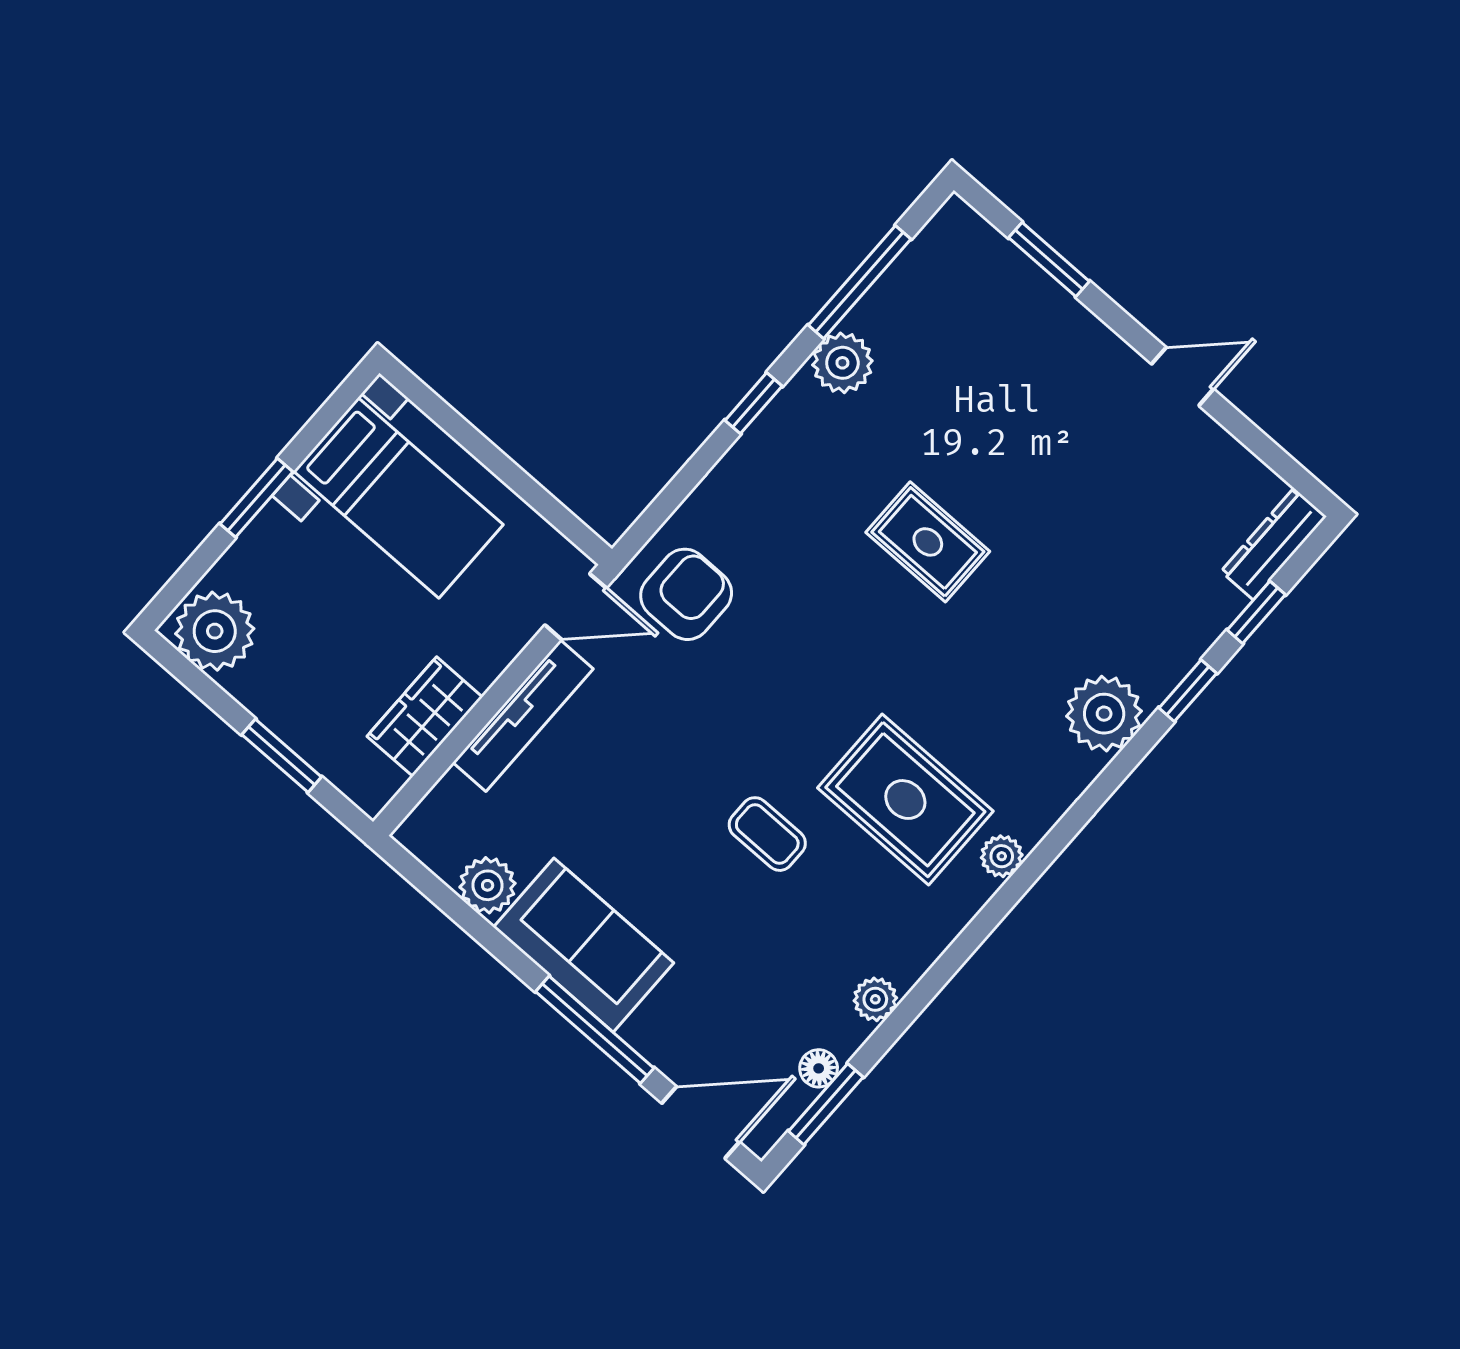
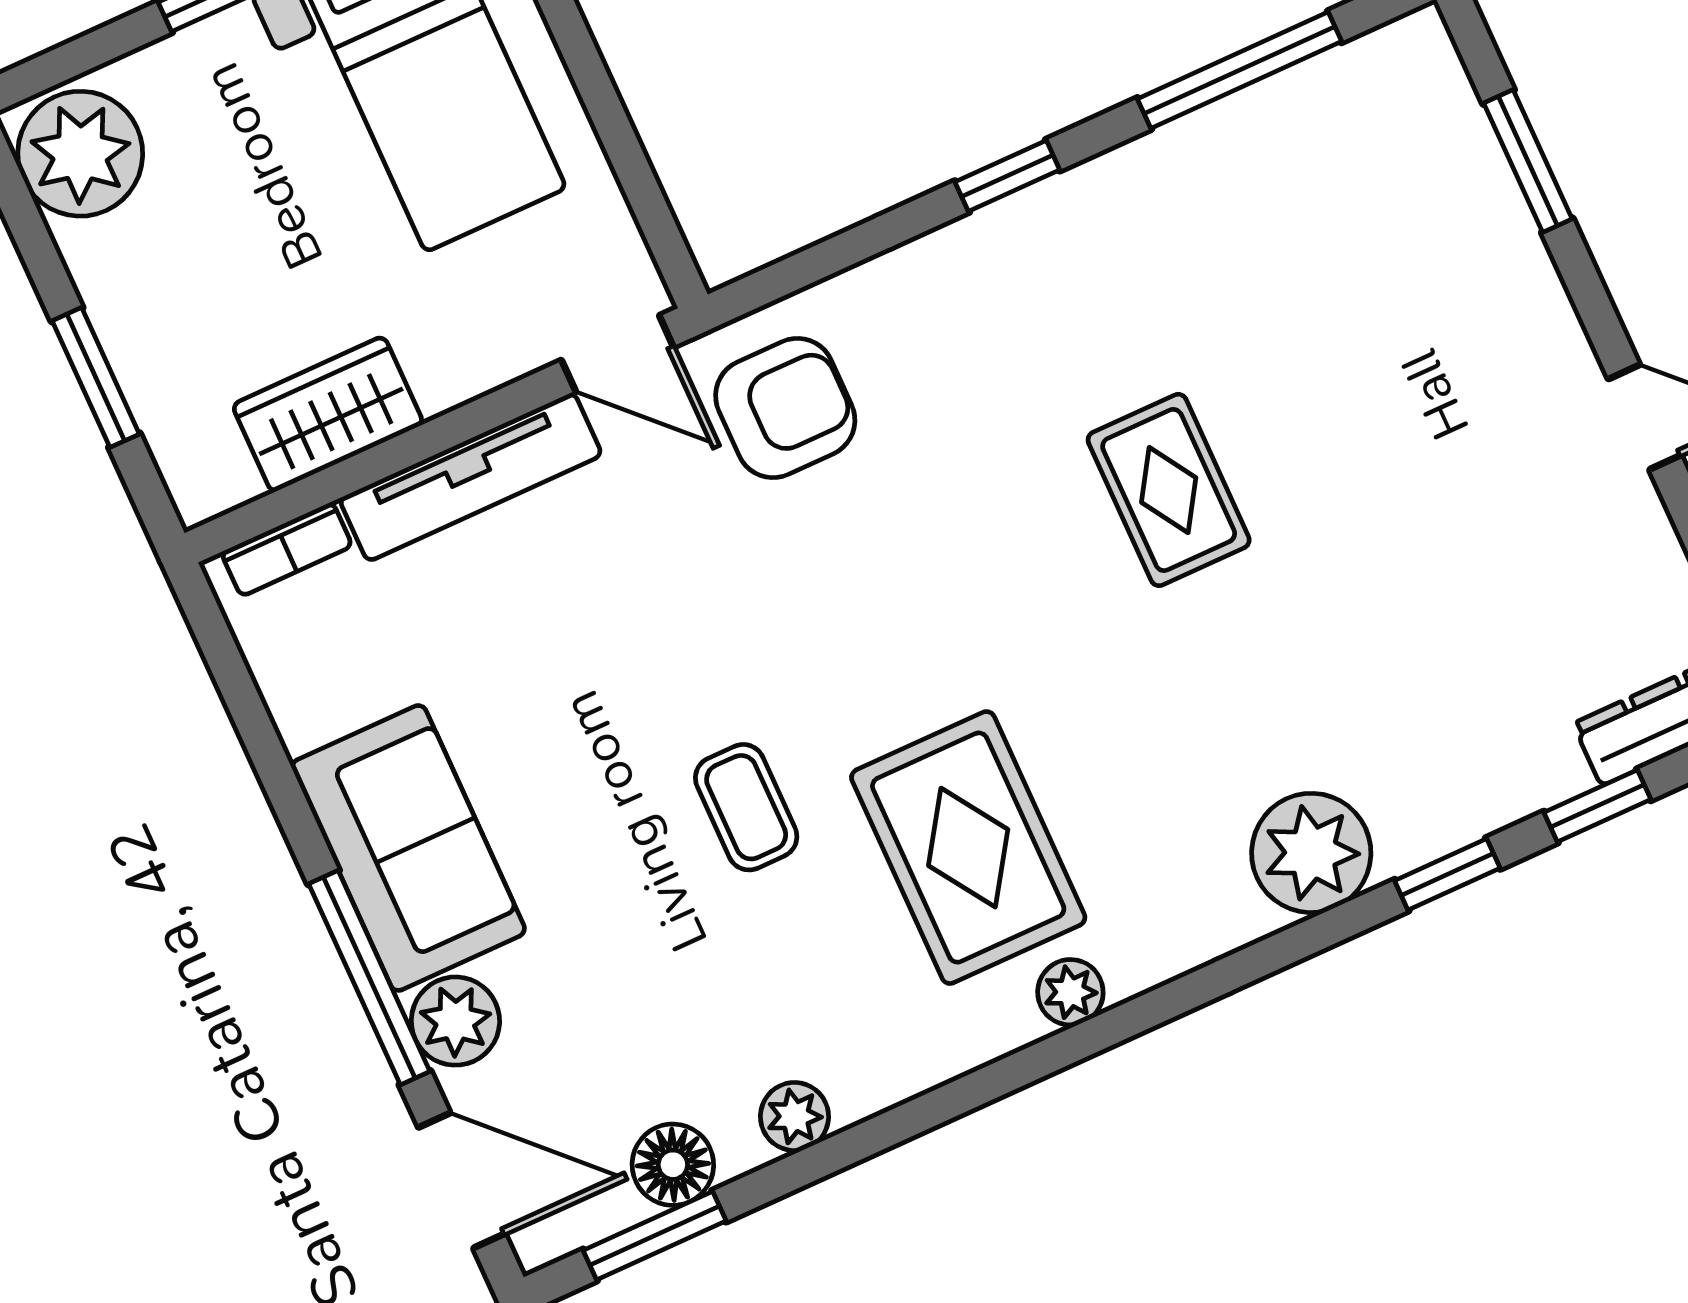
plant: (842, 363) -> (1162, 176), removed
bookcase: (436, 805) -> (287, 549), added
plant: (488, 885) -> (455, 1021), moved
floor lamp: (819, 1068) -> (673, 1165), width x1.37, depth x1.37

